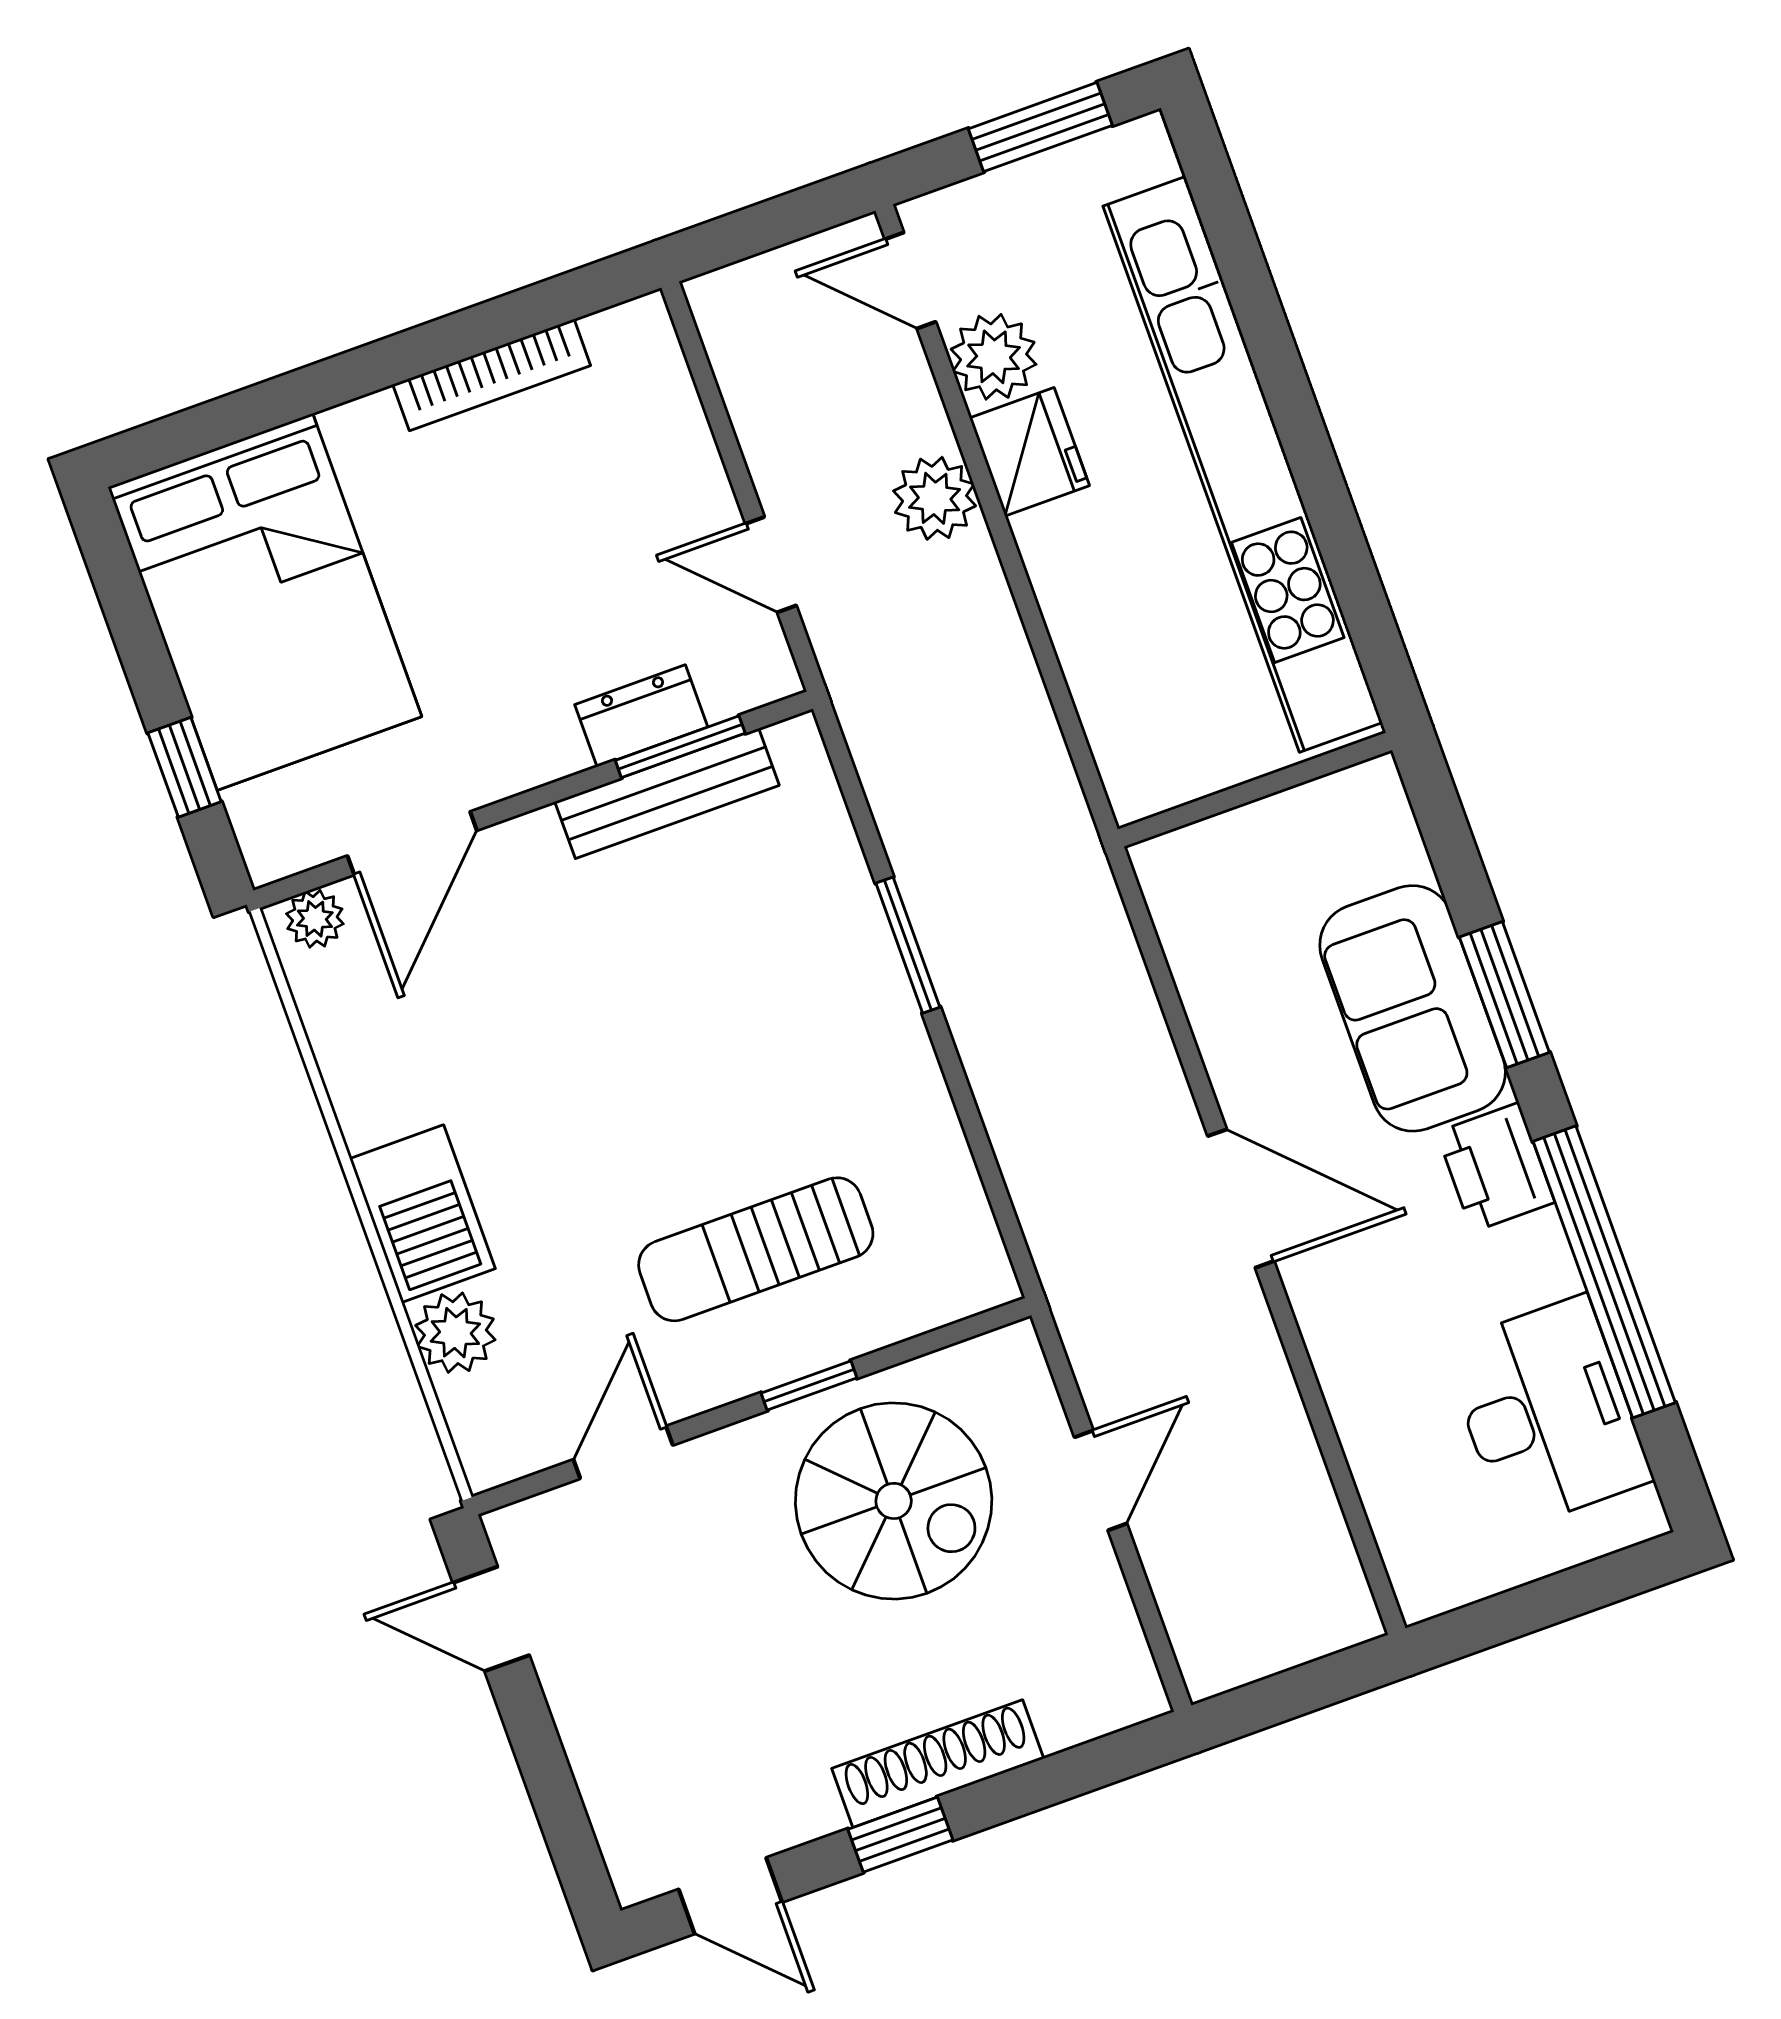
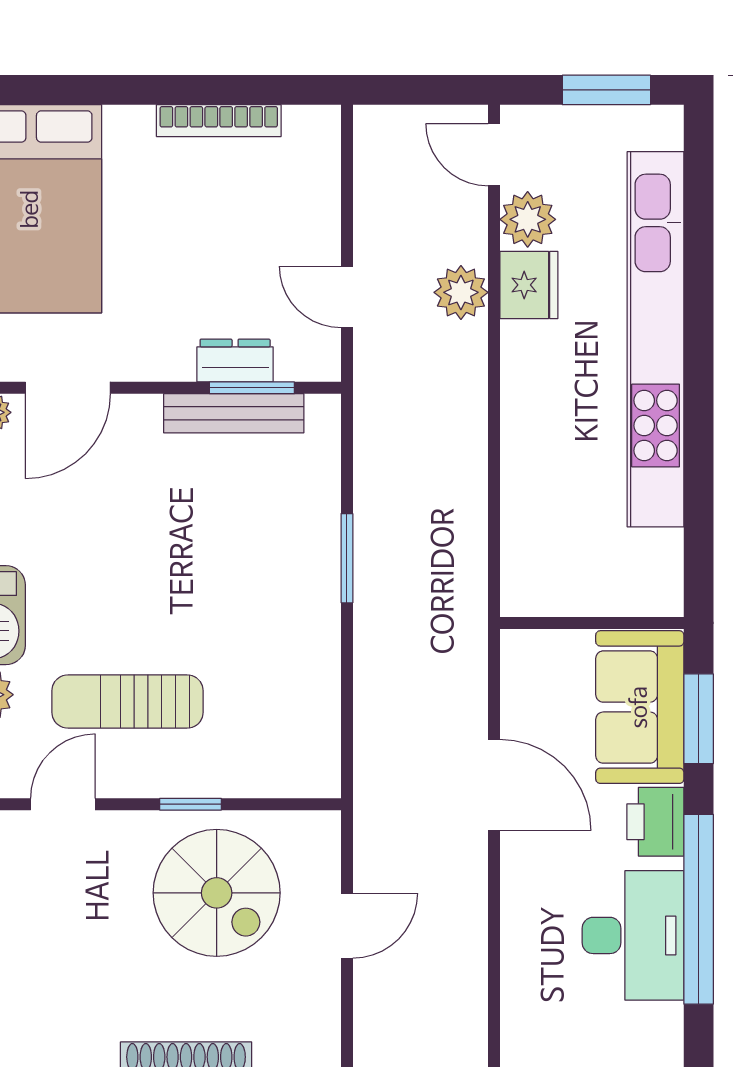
wall: (1255, 790) -> (592, 623), moved
sun lounger: (756, 1249) -> (128, 702), moved
desk: (1547, 1413) -> (633, 935), moved

